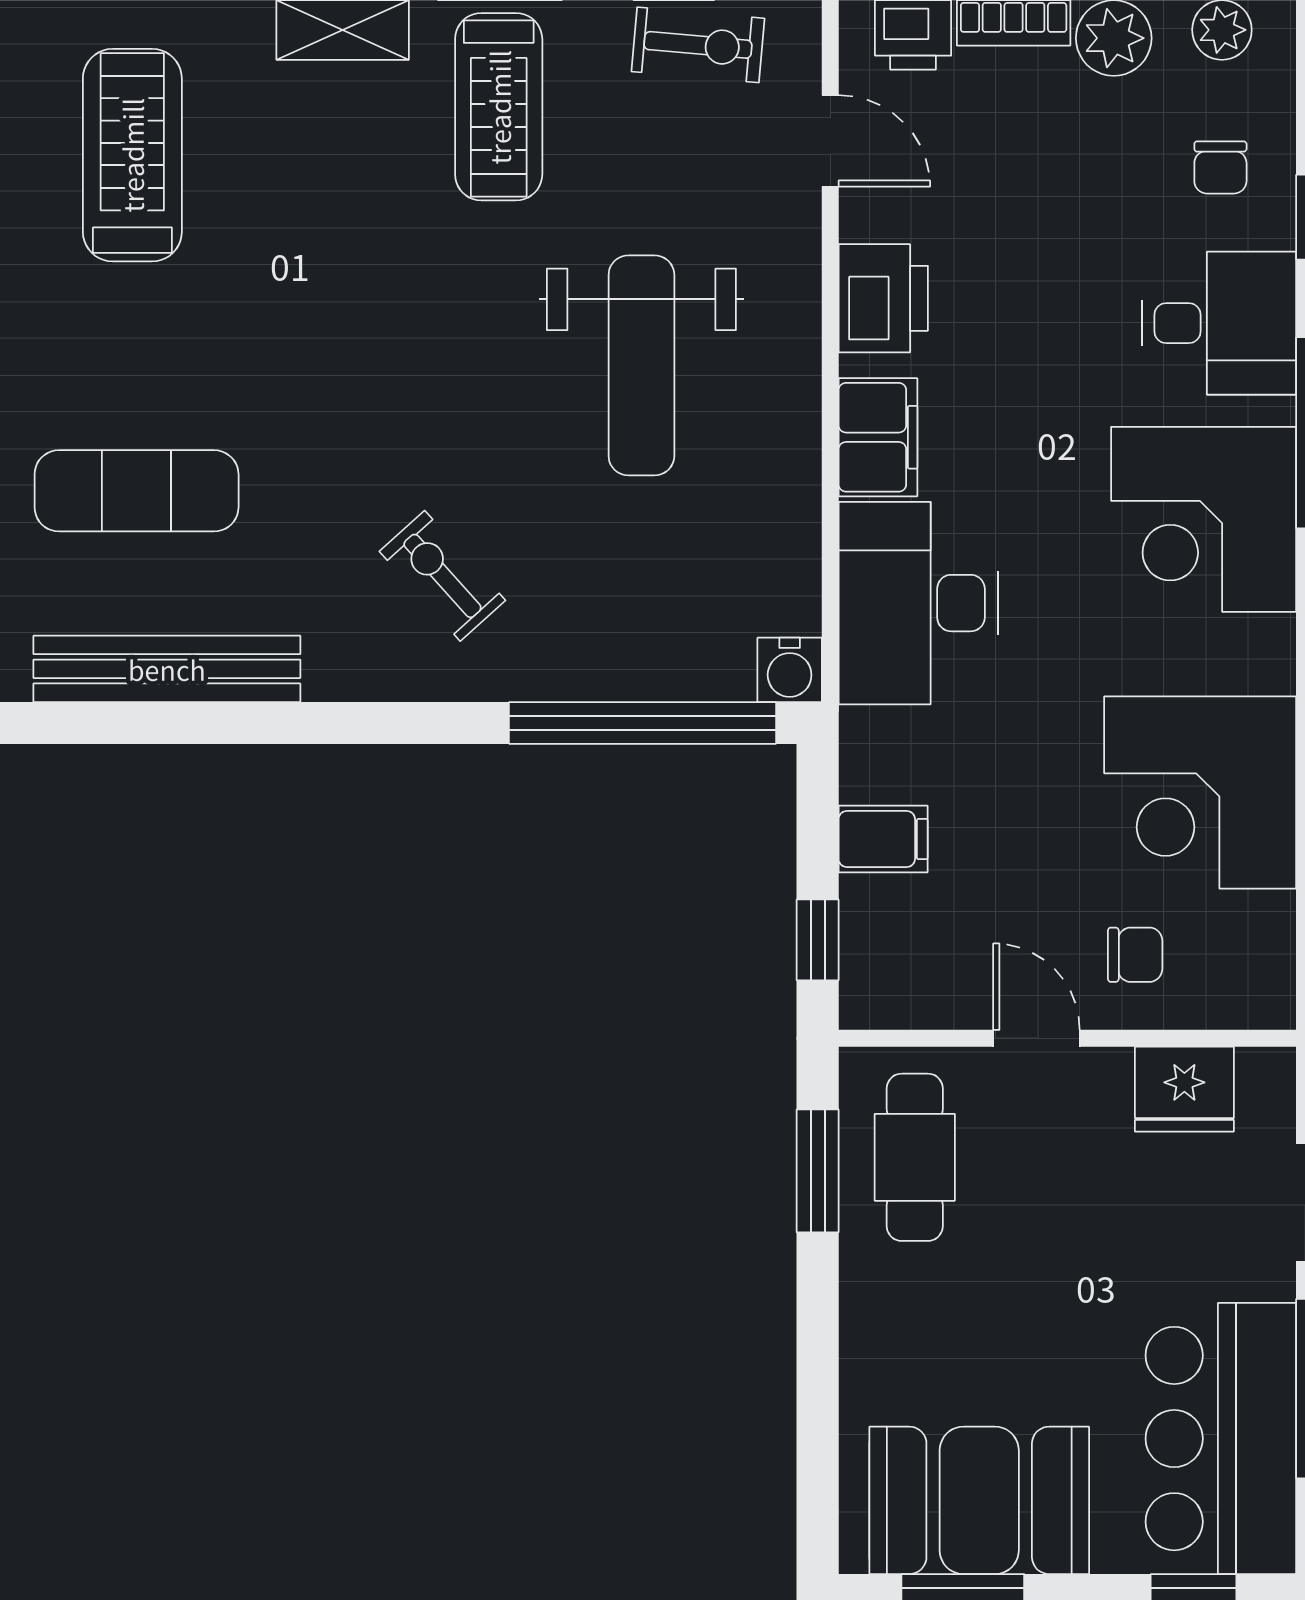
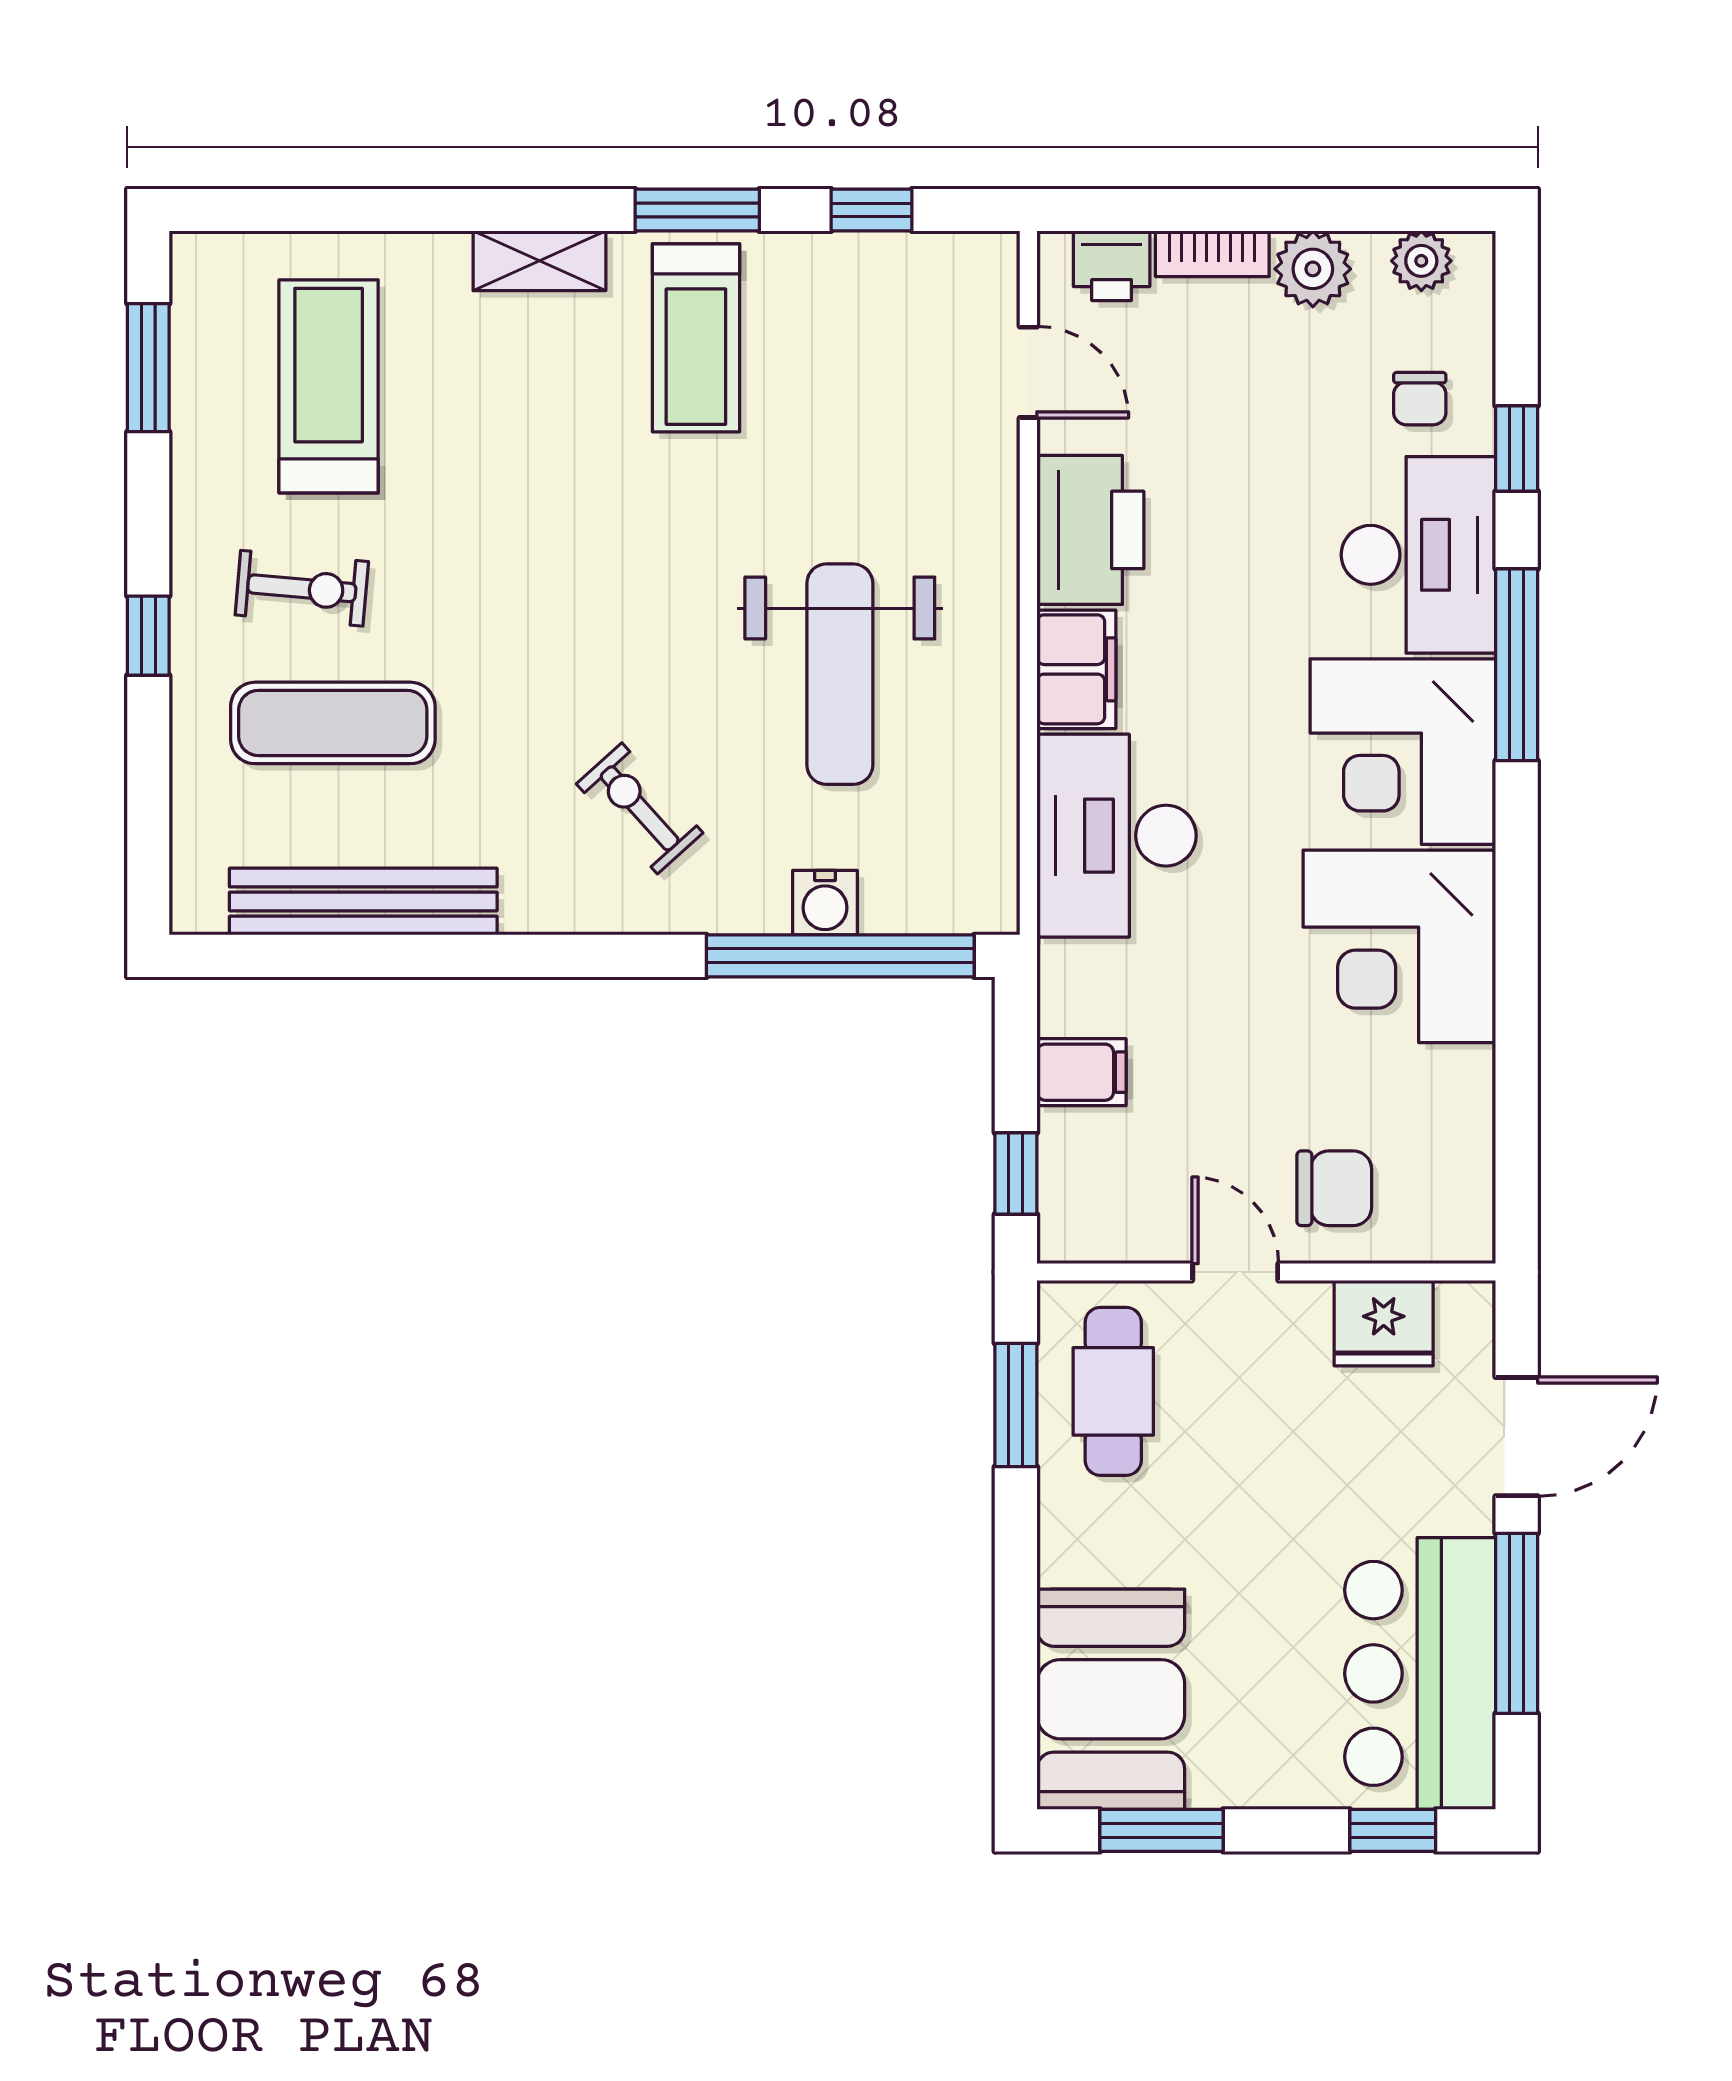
exercise bike: (698, 45) -> (302, 588), moved
printer: (883, 298) -> (1090, 530), width x1.37, depth x1.19
desk: (1219, 323) -> (1418, 555), width x1.37
weight bench: (641, 365) -> (840, 674), moved
water cooler: (790, 670) -> (825, 903), moved
corner desk: (1200, 792) -> (1399, 946), moved
chair: (1135, 955) -> (1334, 1188), width x1.37, depth x1.37
booth: (979, 1500) -> (1111, 1699), moved, turned 90

